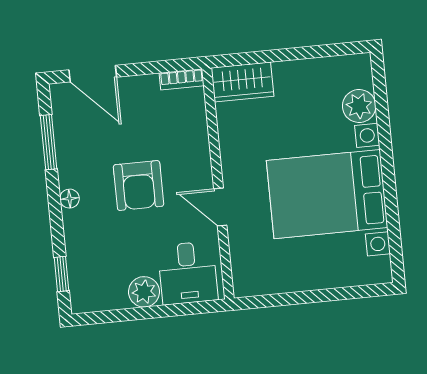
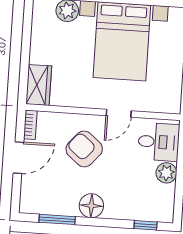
door: (93, 74) -> (18, 158), moved
armchair: (139, 185) -> (84, 149), moved, turned -140
floor lamp: (70, 199) -> (91, 206), width x1.89, depth x1.89

